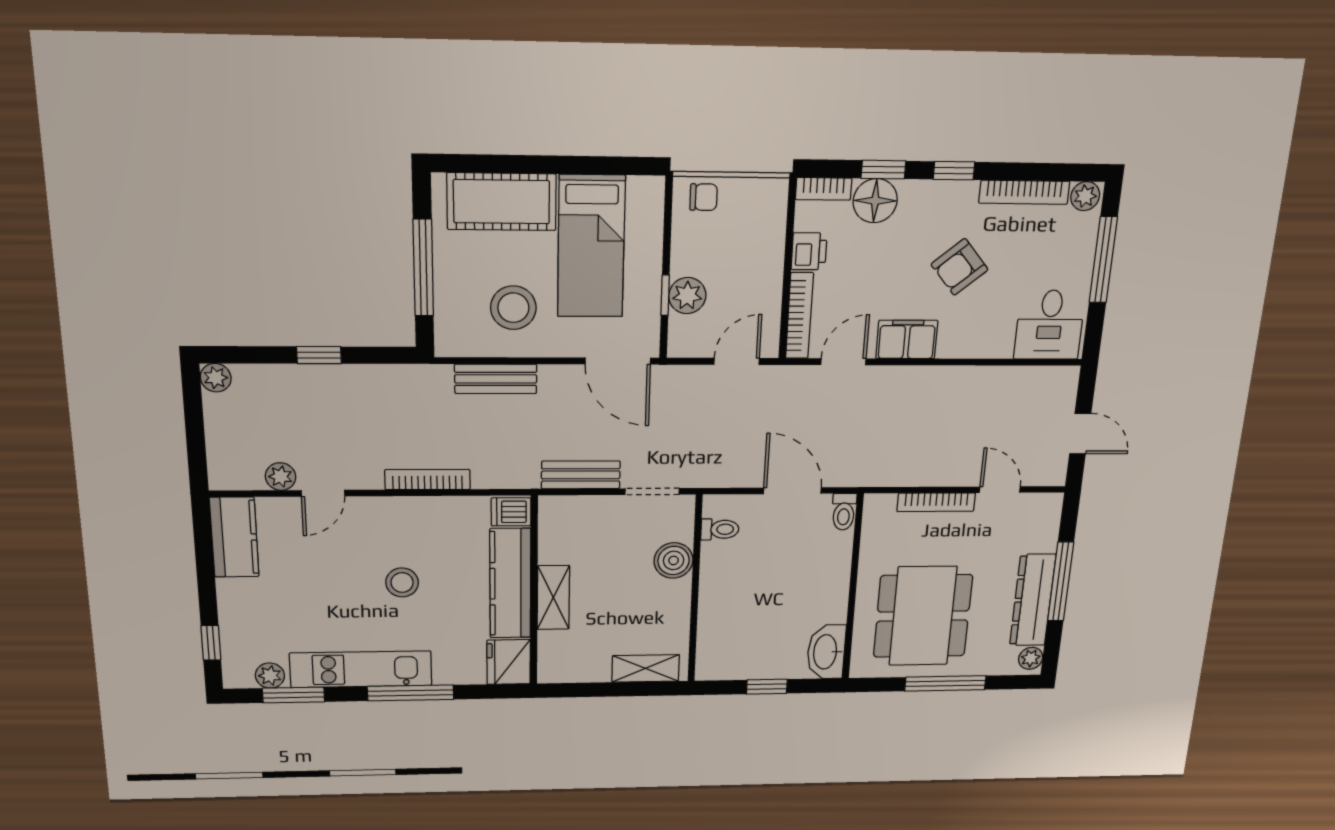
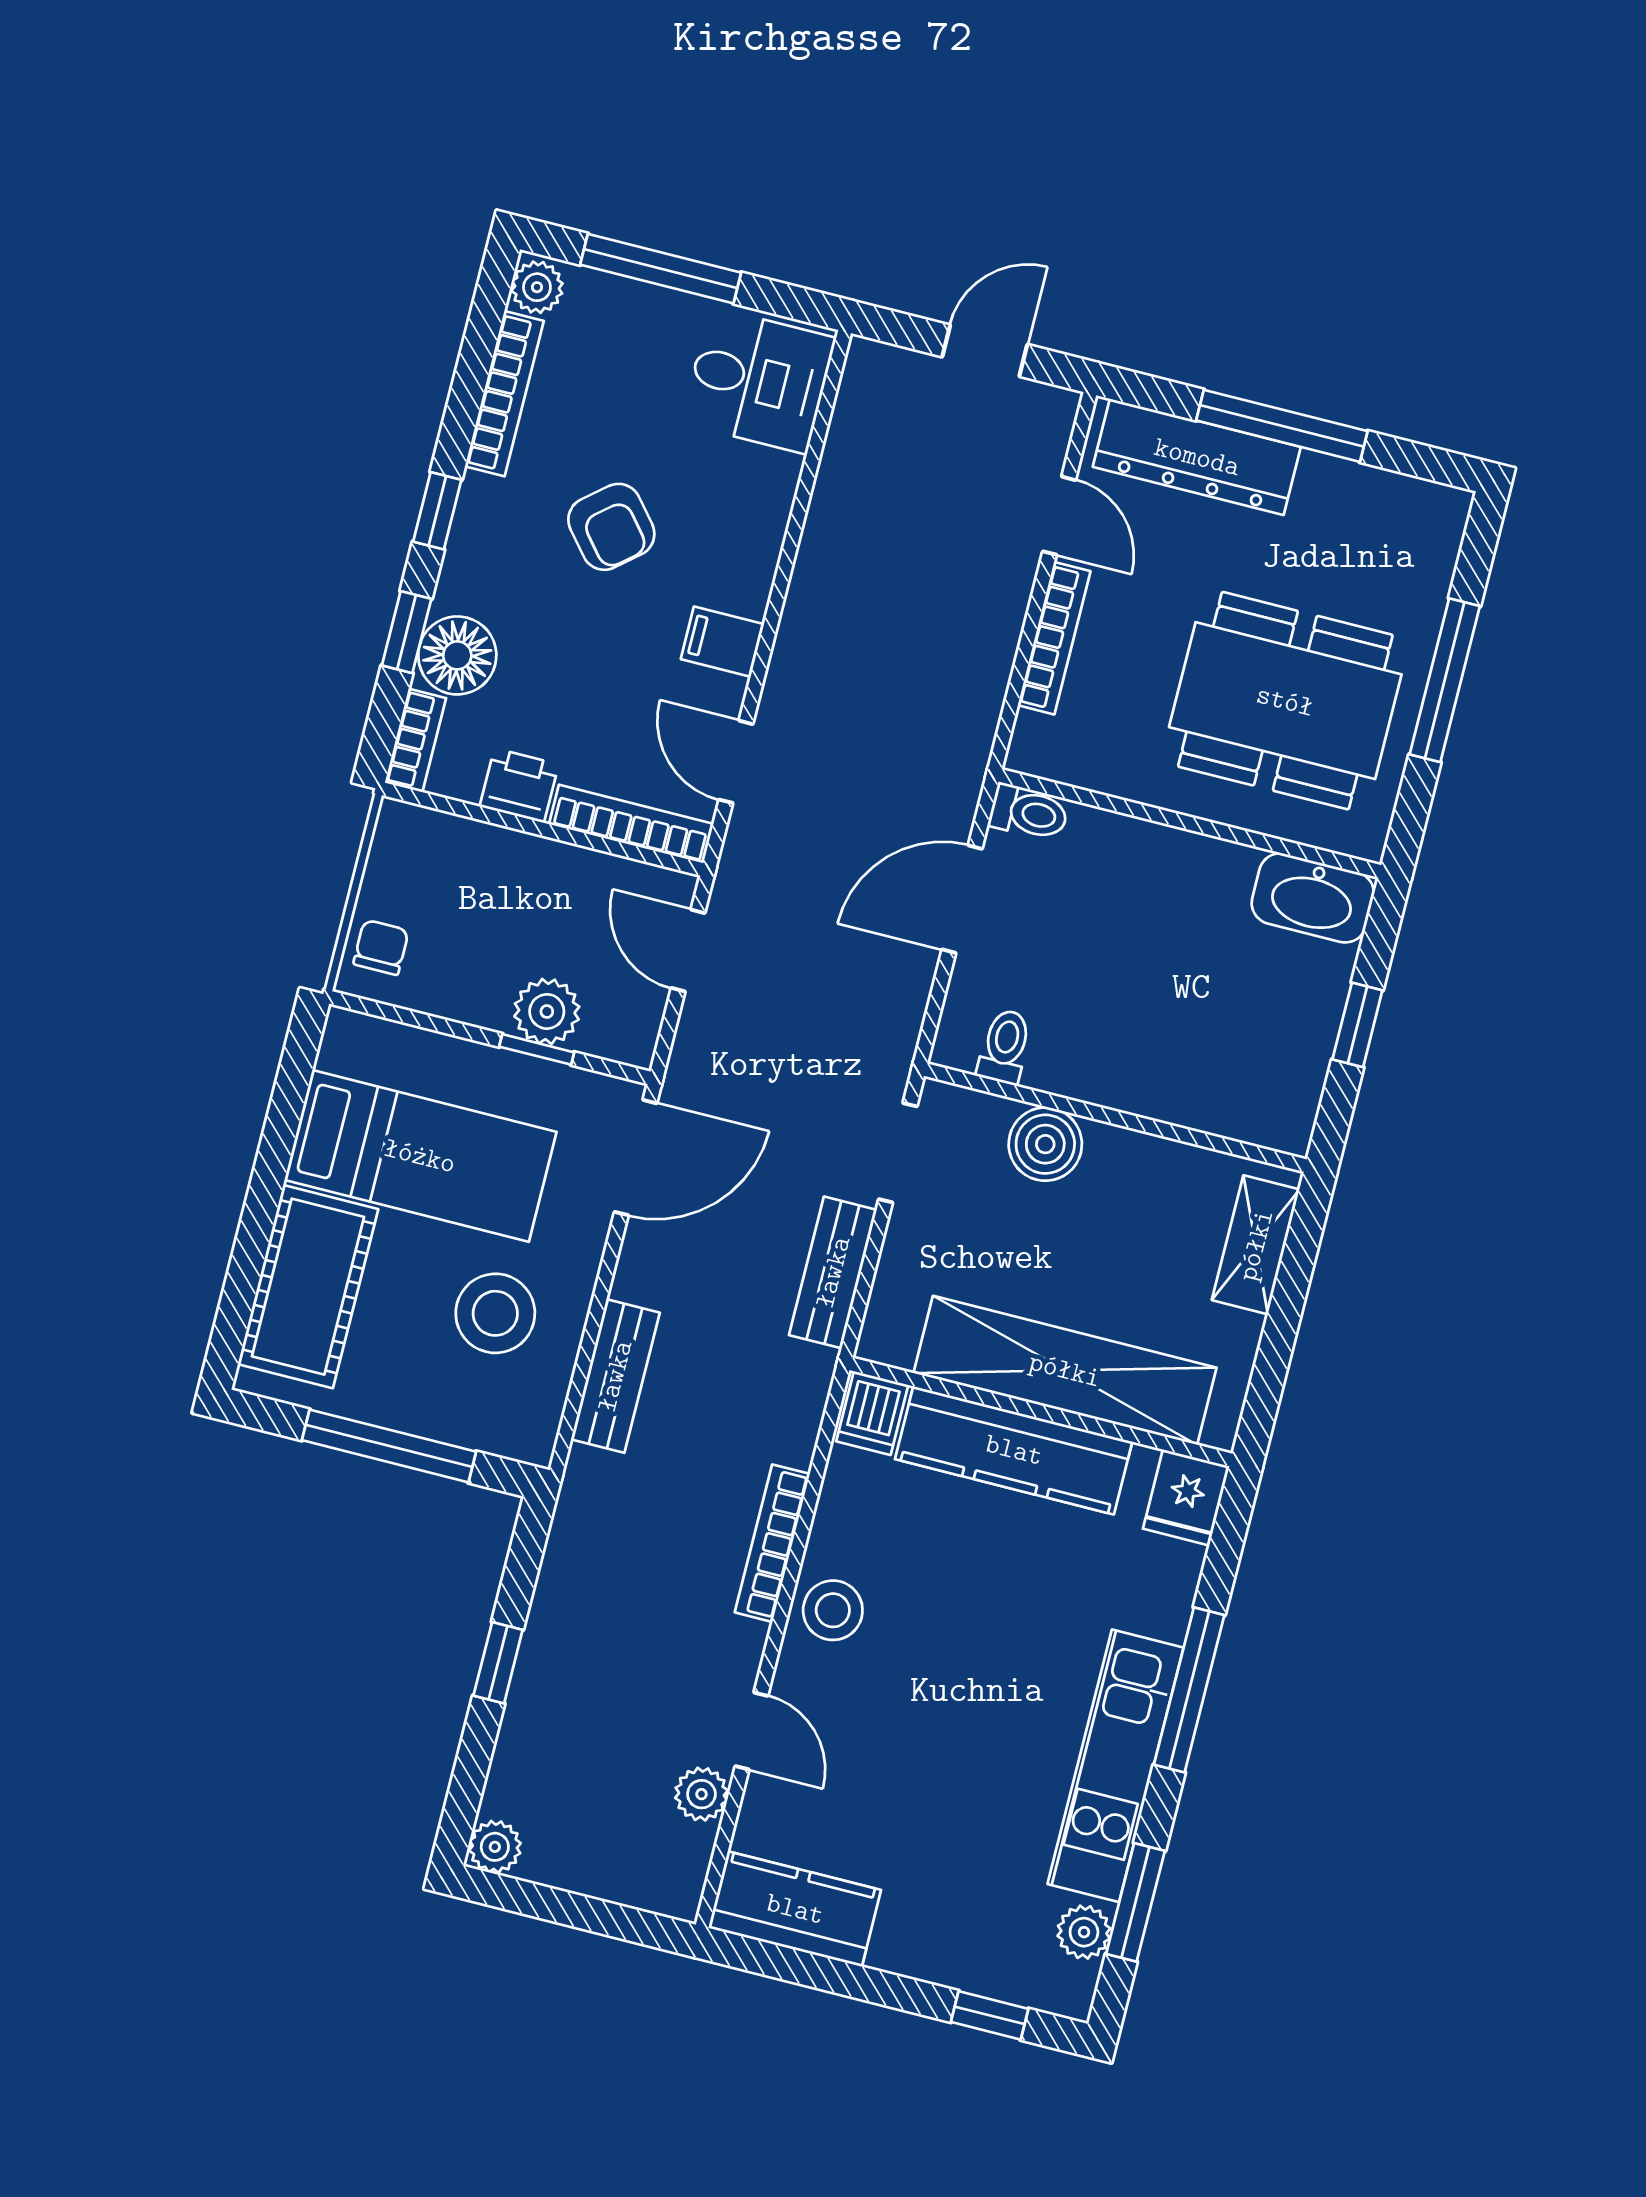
filing cabinet: (907, 339) -> (722, 642), width x0.50
door: (1000, 490) -> (1059, 516), swing flipped
stool: (402, 582) -> (833, 1610), moved
shelving: (553, 598) -> (1065, 1370), width x2.20, depth x1.33
dresser: (1033, 600) -> (1197, 457), moved
plant: (1031, 658) -> (1434, 506), removed
fridge: (509, 662) -> (1186, 1497), width x0.72

